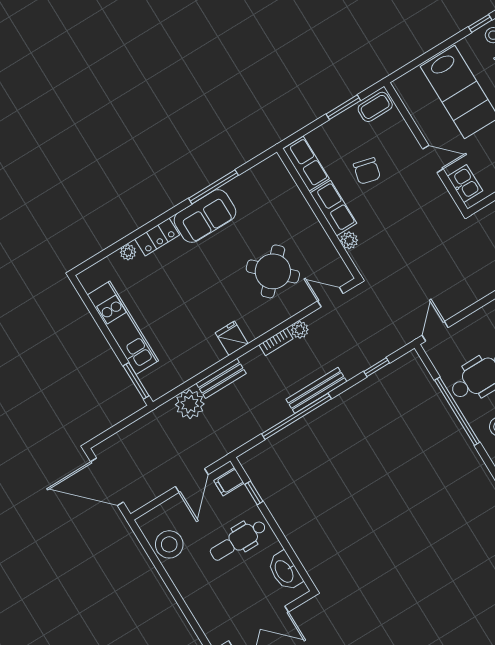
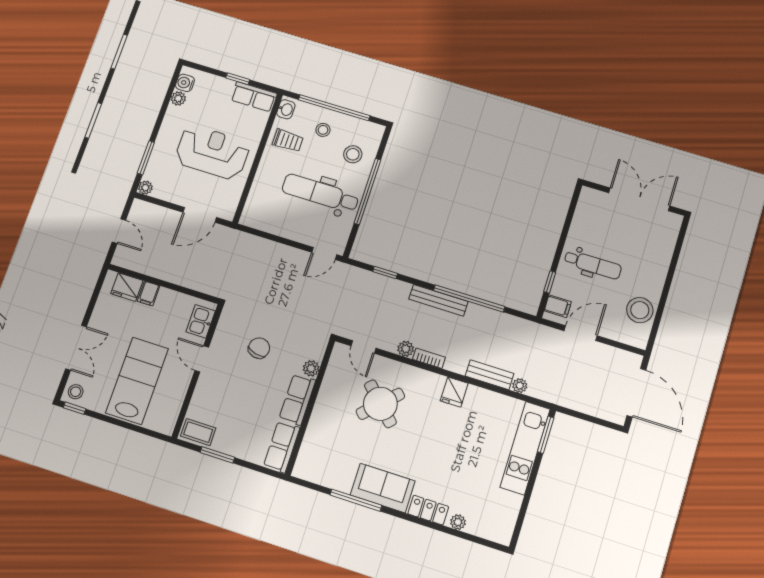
chair: (367, 171) -> (259, 348), moved
kitchen unit: (123, 328) -> (525, 448), moved
plant: (190, 404) -> (520, 386), width x0.53, depth x0.53
washbasin: (285, 571) -> (585, 214), removed

